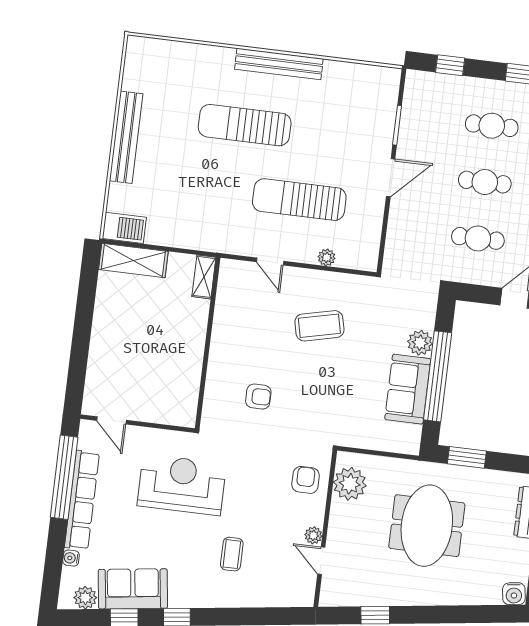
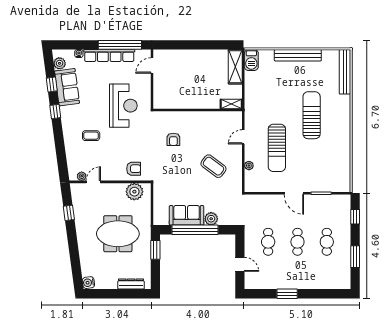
bench: (279, 64) -> (345, 72), moved
sun lounger: (299, 200) -> (277, 148), turned 180
coffee table: (319, 326) -> (213, 166), turned -40
plant: (313, 535) -> (82, 176), moved

